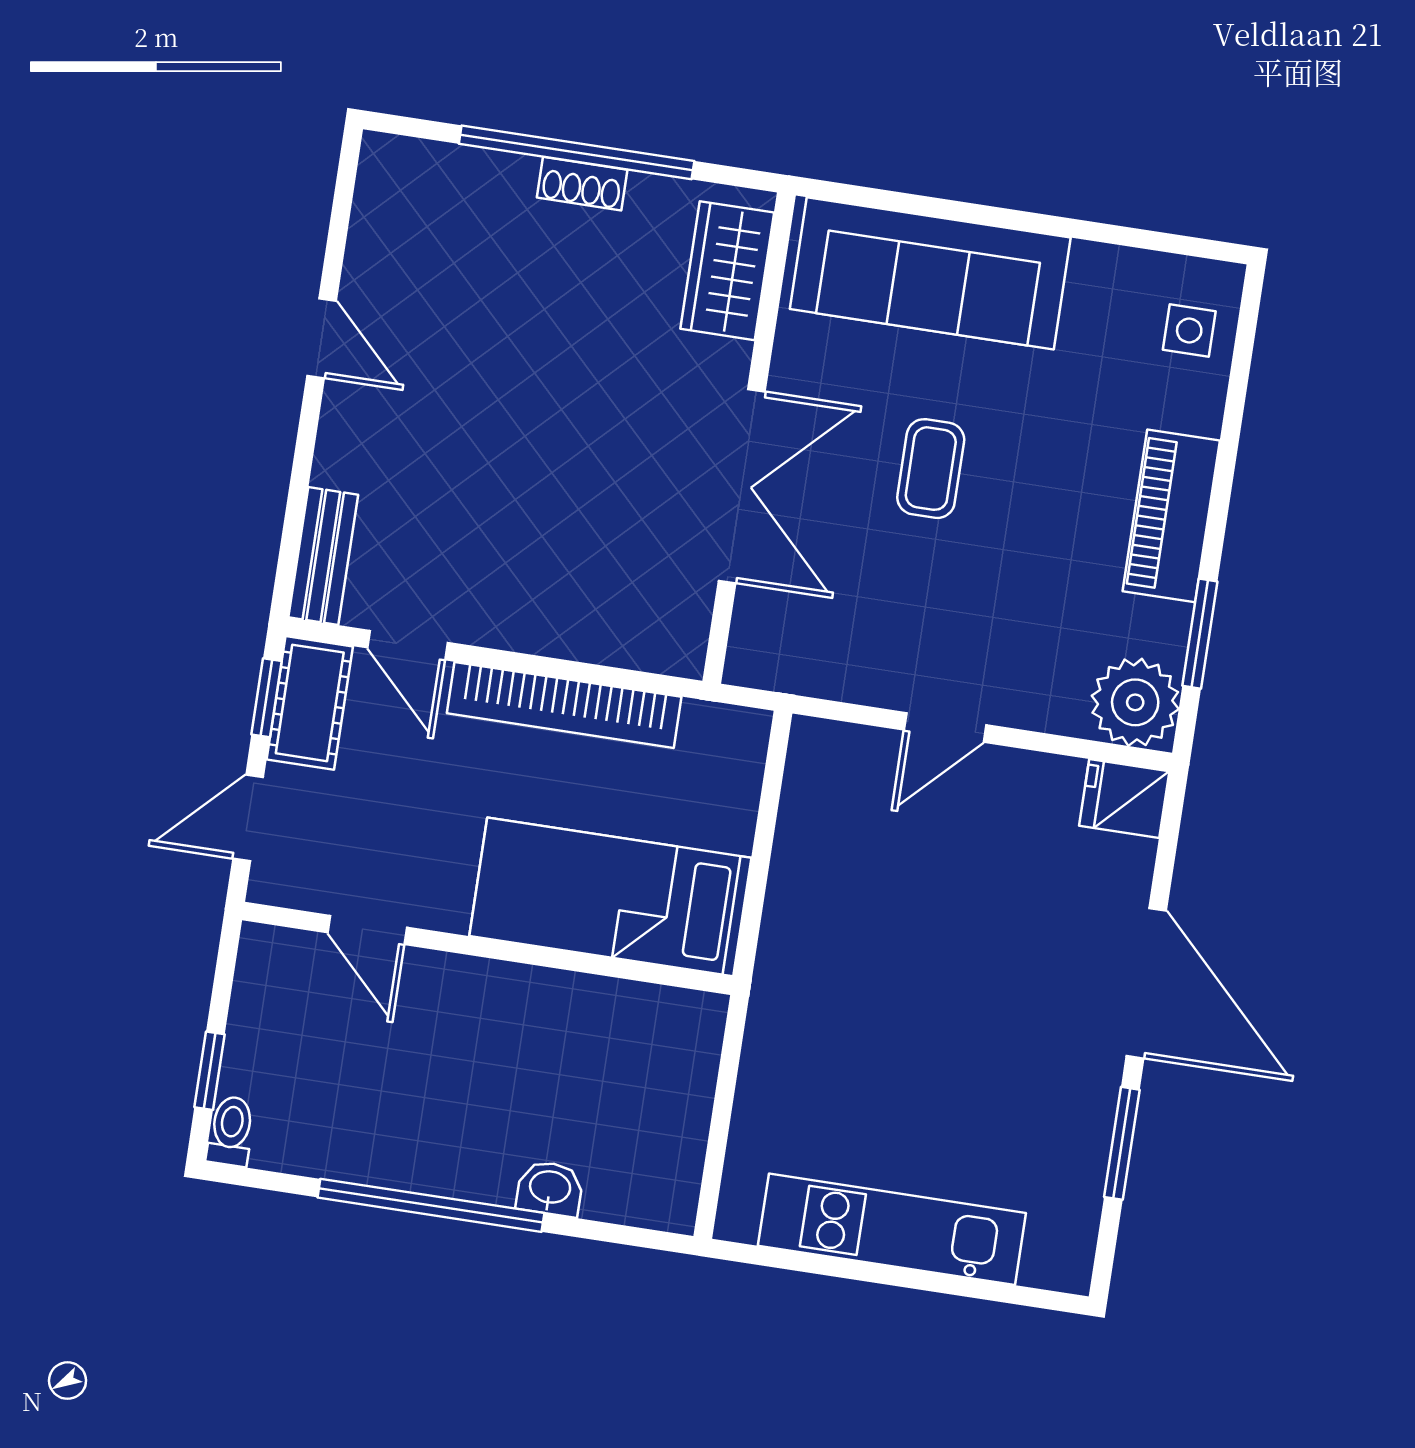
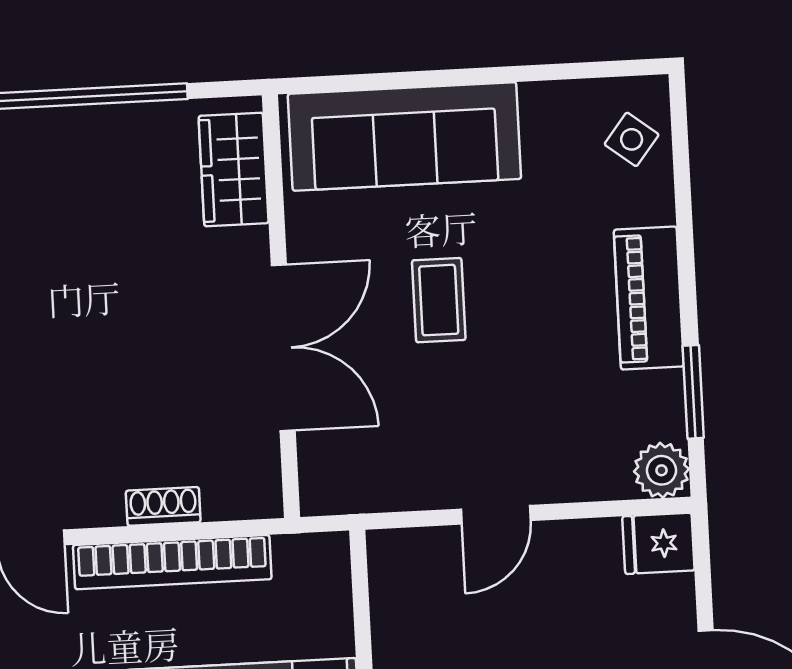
shoe rack: (582, 184) -> (163, 506), moved, turned 180
side table: (1189, 331) -> (632, 139), turned 38
plant: (1135, 702) -> (661, 470), width x0.73, depth x0.73

